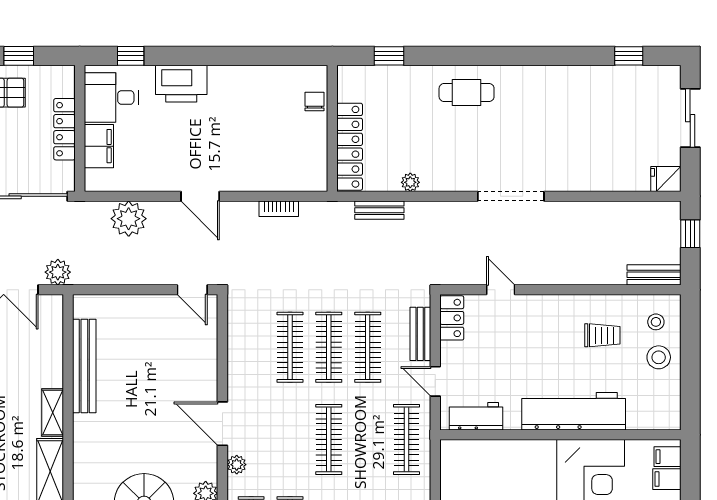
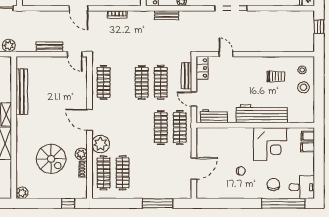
plant: (129, 219) -> (43, 19), removed
bench: (654, 275) -> (50, 47), moved
clothes rail: (290, 347) -> (104, 82), moved
clothes rail: (329, 439) -> (161, 128), moved
plant: (237, 465) -> (101, 144), width x1.88, depth x1.88

